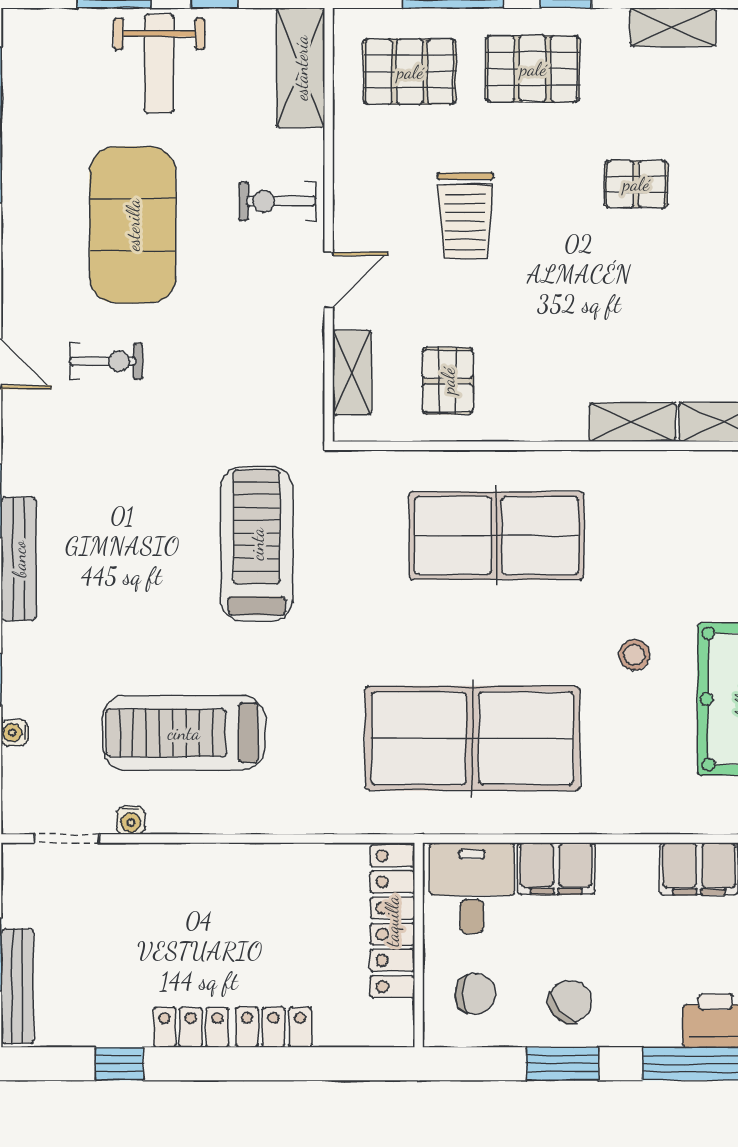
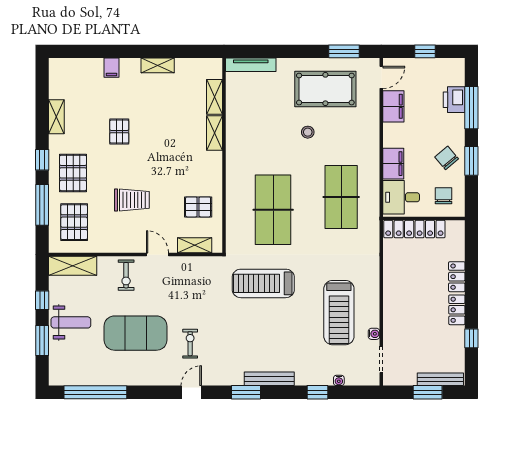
table tennis table: (496, 536) -> (273, 210), moved
table tennis table: (472, 738) -> (341, 197), width x0.73, depth x0.76

